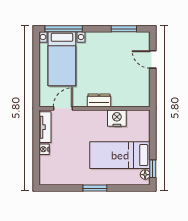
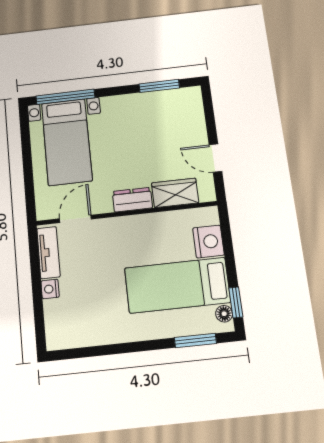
door: (153, 59) -> (215, 158), moved
wardrobe: (125, 99) -> (175, 193), added
nightstand: (117, 118) -> (208, 241), moved, turned 90
window: (95, 188) -> (195, 341), moved

